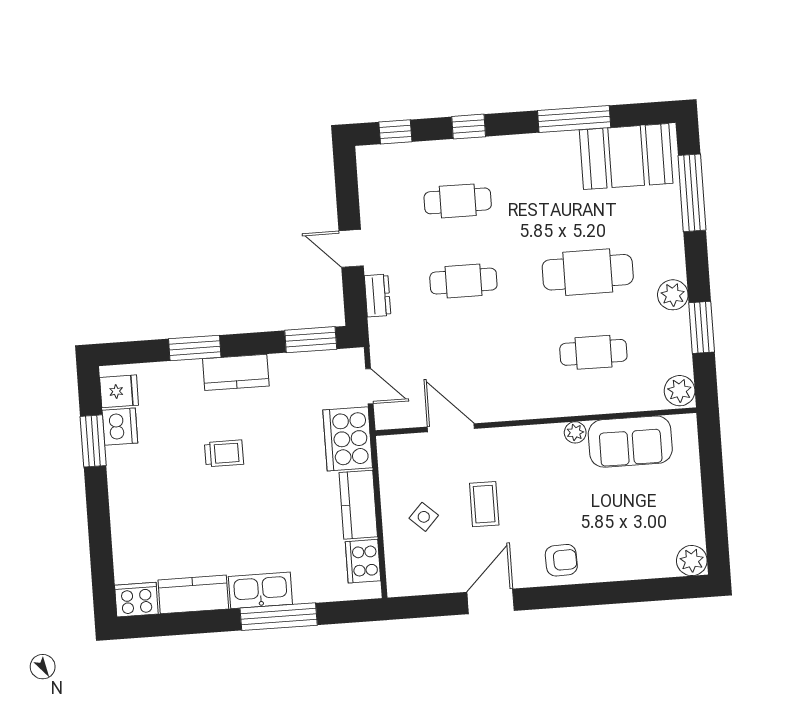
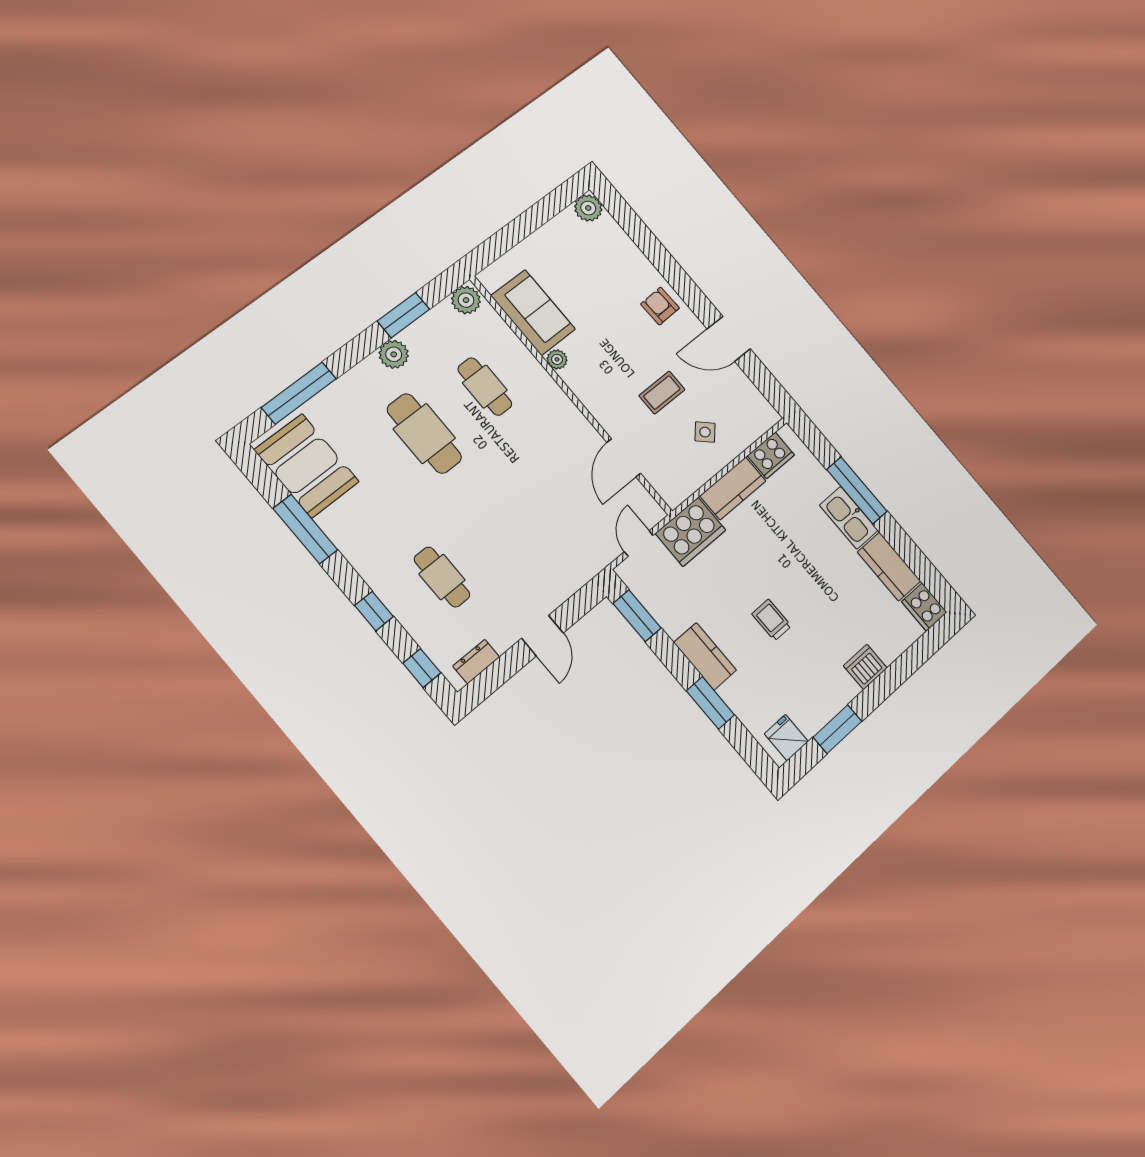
cafe table: (463, 281) -> (503, 527), removed
dresser: (377, 296) -> (476, 662), moved
dishwasher: (120, 427) -> (865, 667), moved

